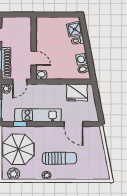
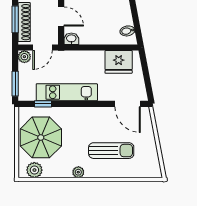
washing machine: (82, 59) -> (125, 18), removed
door: (74, 124) -> (128, 104), moved
sun lounger: (59, 158) -> (111, 151), moved

